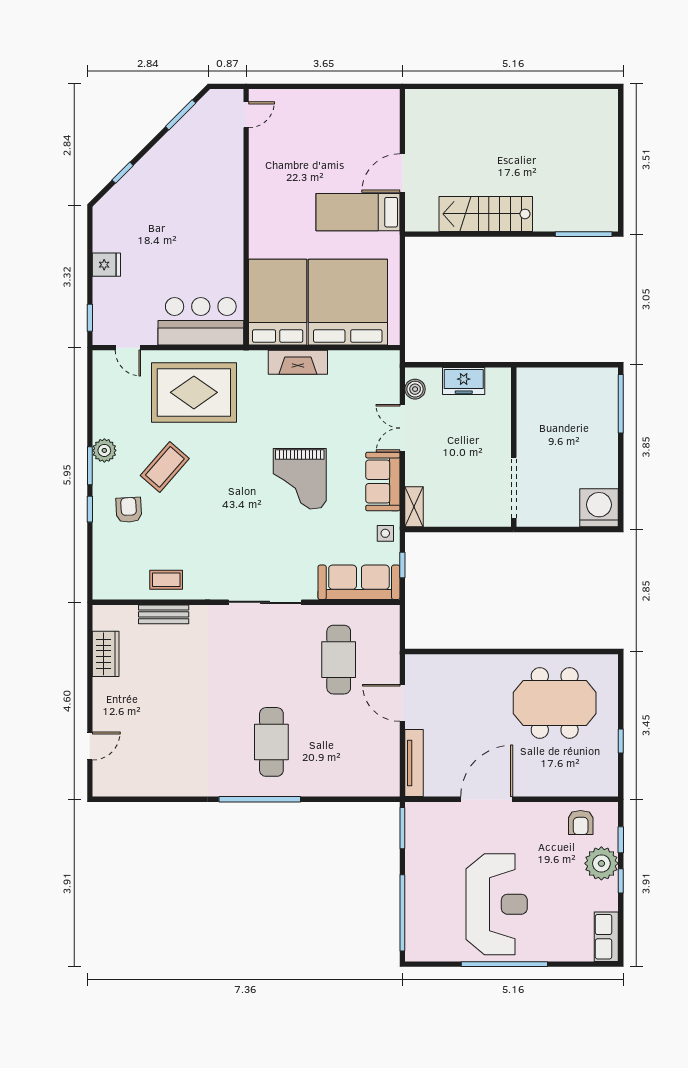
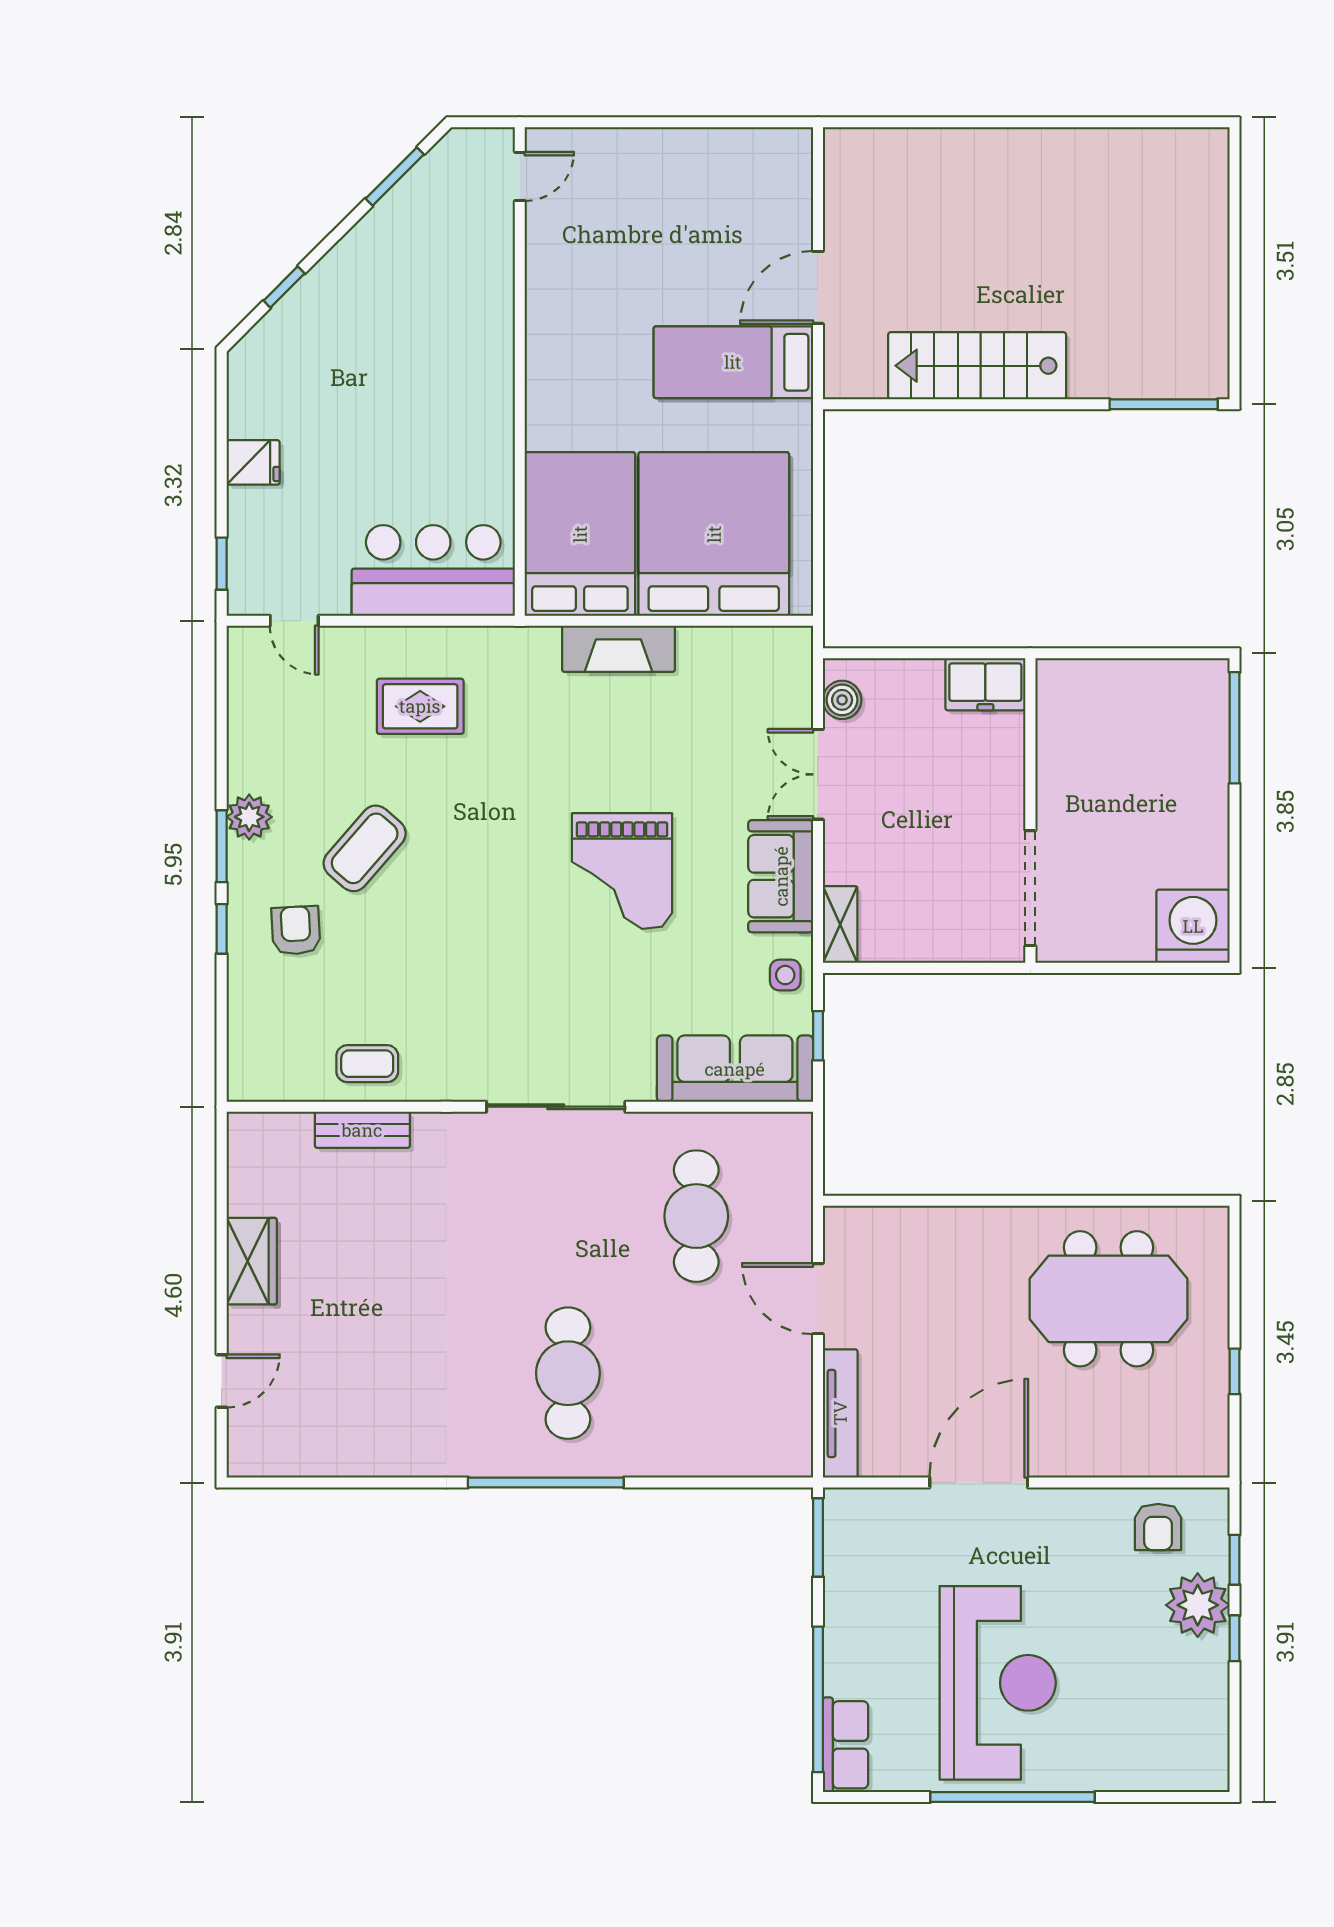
freezer: (464, 381) -> (985, 684), moved
rug: (194, 392) -> (420, 706), width x0.54, depth x0.49
wardrobe: (106, 654) -> (252, 1261), moved
row of seats: (606, 937) -> (846, 1745), moved, turned 180

